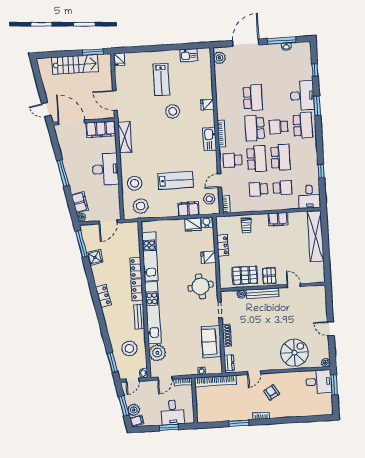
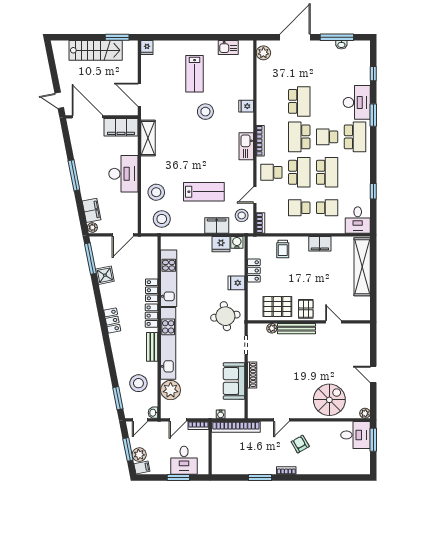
dresser: (229, 363) -> (253, 407), removed

